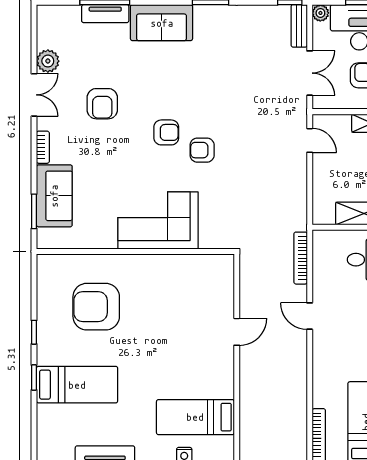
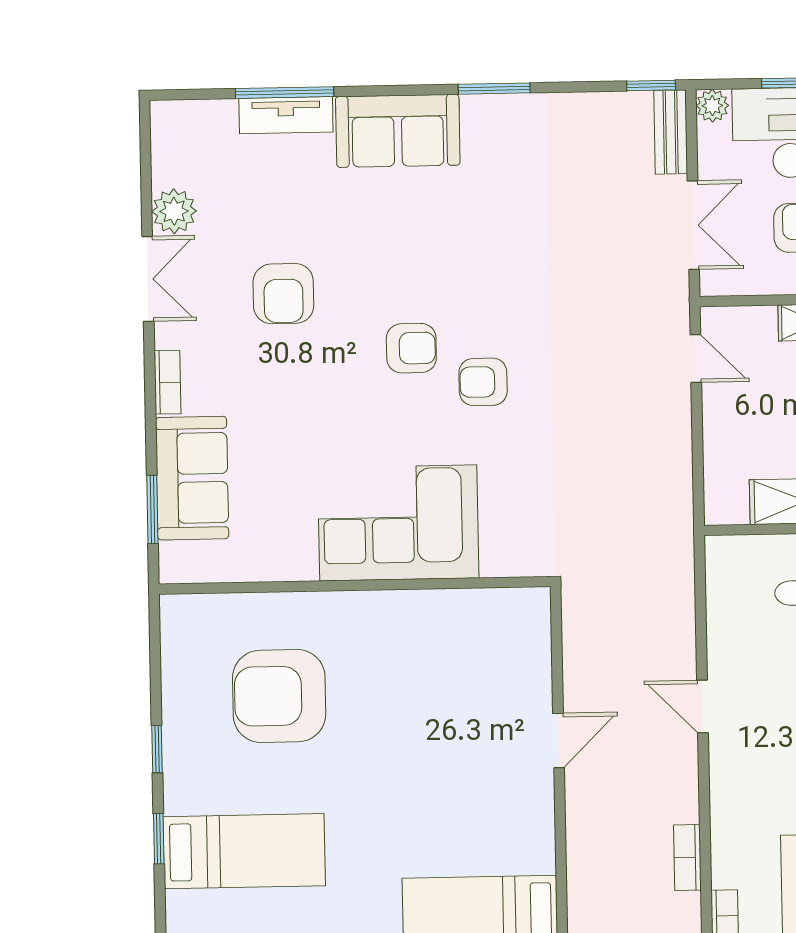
bookcase: (301, 258) -> (687, 857), moved, width x0.64

